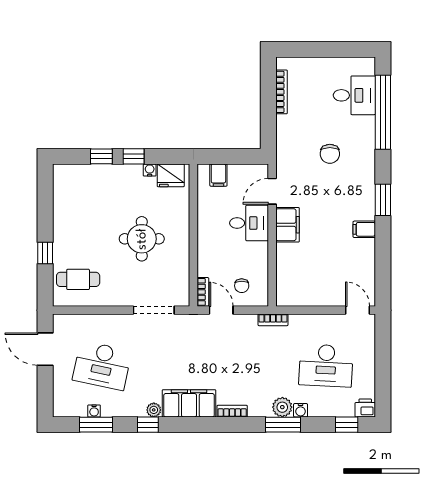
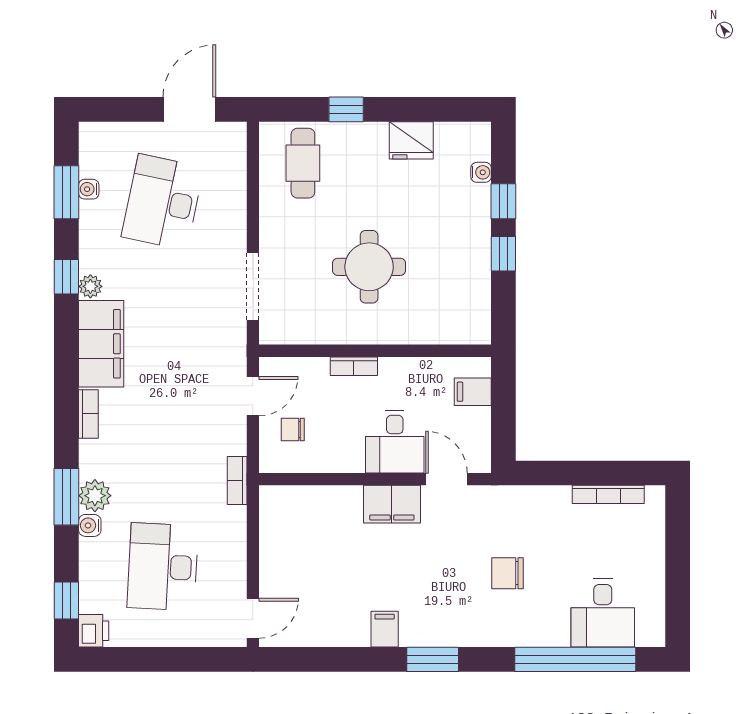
water cooler: (150, 170) -> (481, 172), moved
fridge: (171, 175) -> (411, 140), moved, turned -90
bookcase: (203, 292) -> (354, 366), moved

